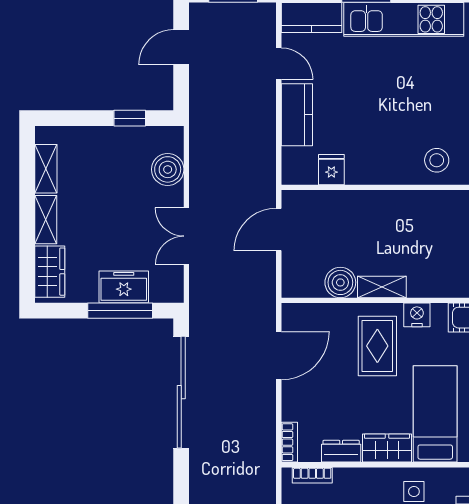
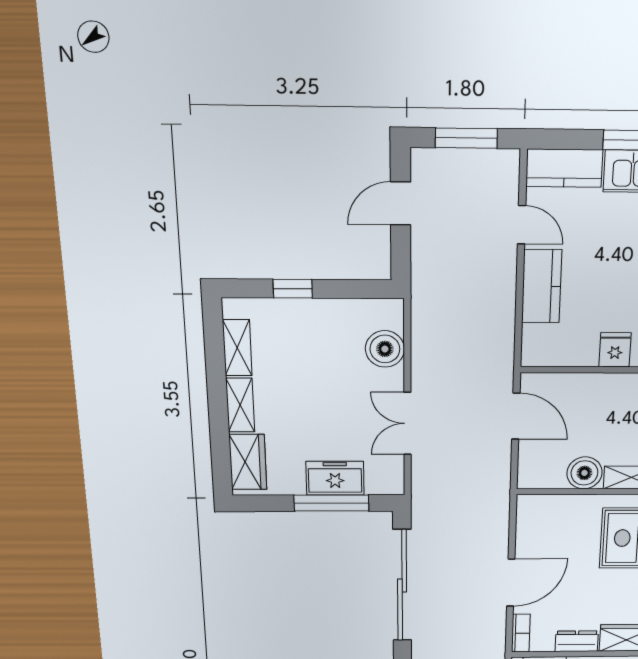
window: (130, 118) -> (293, 289), moved
fridge: (331, 170) -> (615, 350), moved
door: (279, 229) -> (516, 416), swing flipped
door: (279, 356) -> (511, 583), moved

